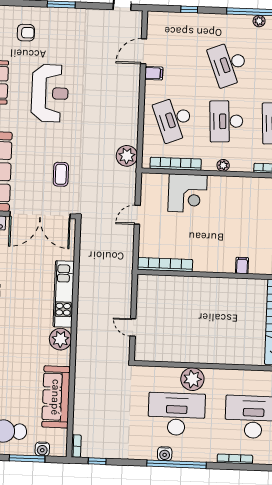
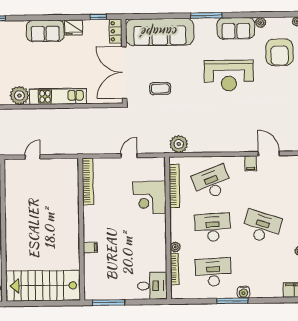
armchair: (26, 33) -> (279, 52), width x1.88, depth x1.88
desk: (229, 64) -> (262, 227), turned 39
plant: (223, 165) -> (175, 247), moved
door: (137, 215) -> (129, 156), hinge flipped

